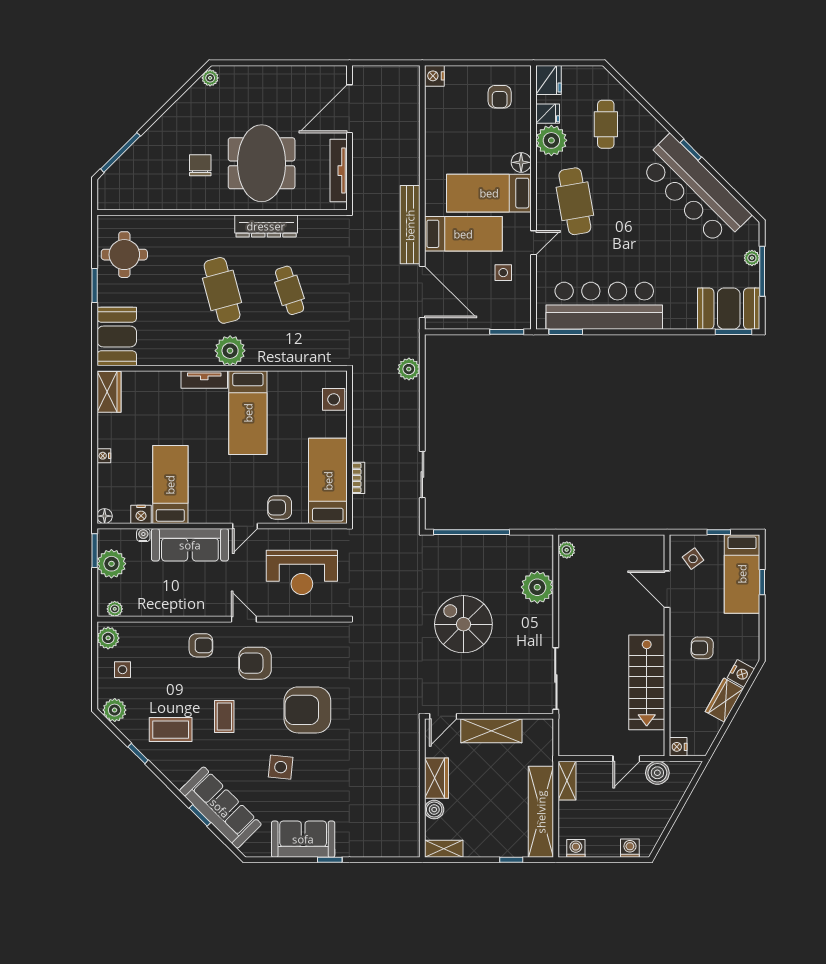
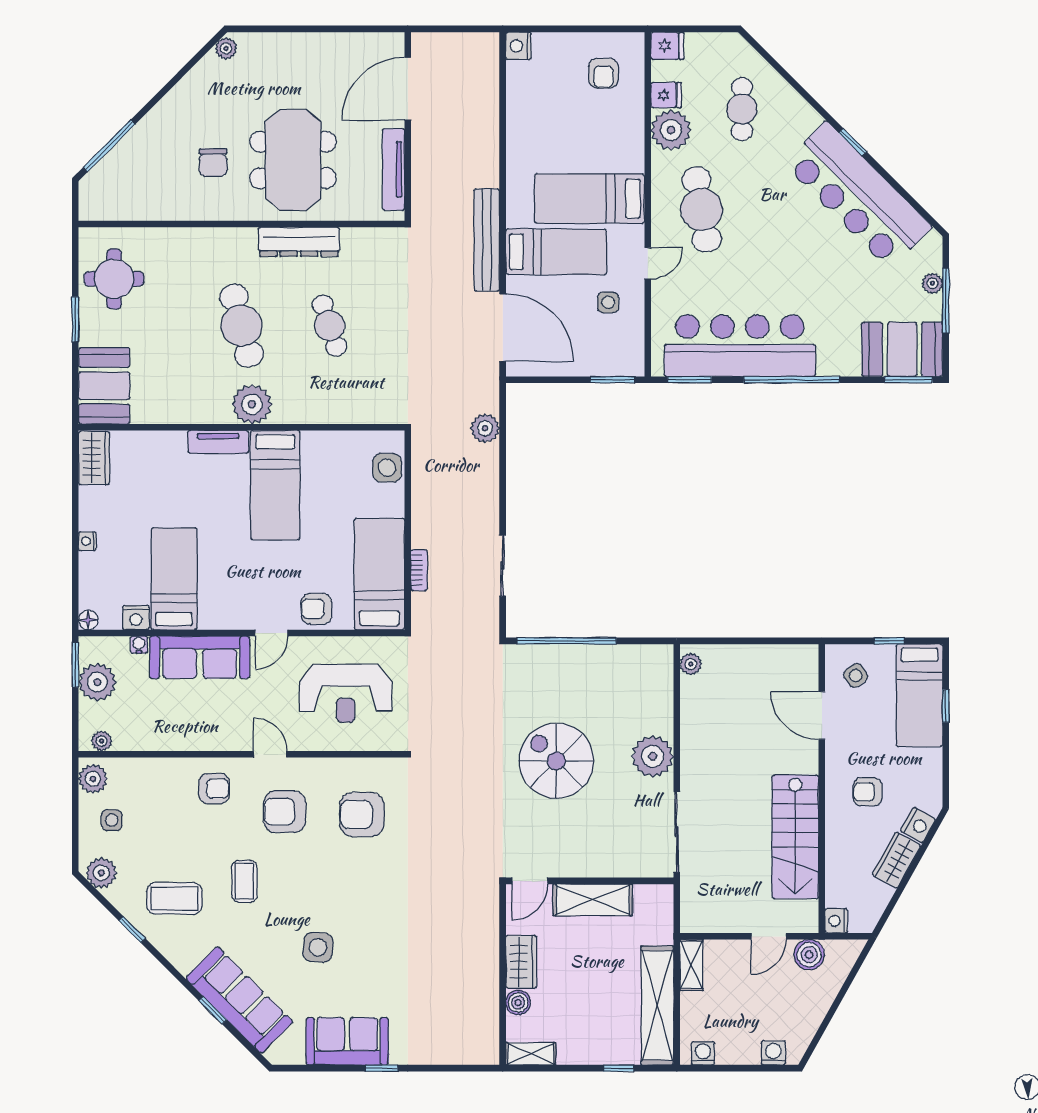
fridge: (549, 80) -> (667, 46), width x0.72
floor lamp: (521, 162) -> (632, 159), removed
chair: (200, 165) -> (213, 162), turned 180
window: (644, 332) -> (792, 380), added
plant: (537, 587) -> (653, 756), moved
armchair: (307, 710) -> (362, 814), moved, width x0.73, depth x0.73

